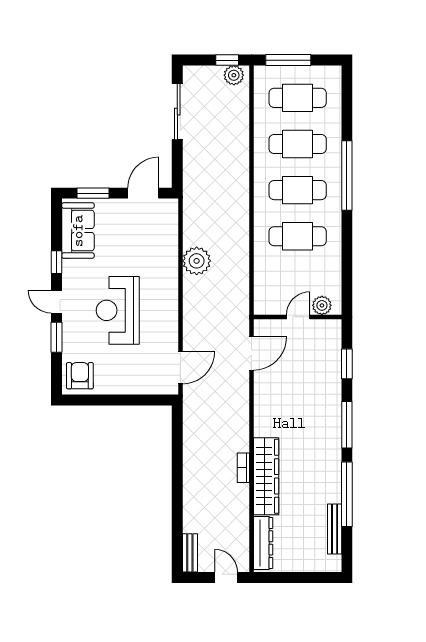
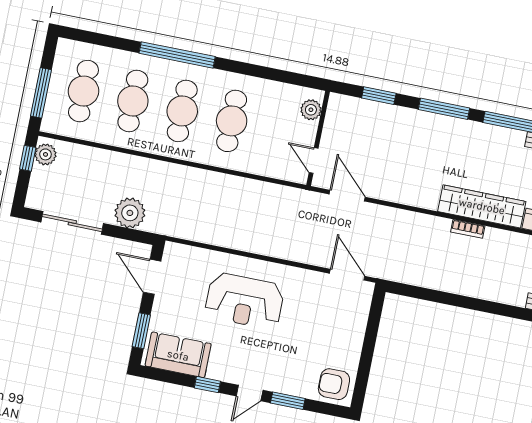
plant: (197, 261) -> (130, 213), moved
reception desk: (118, 310) -> (245, 301), moved
door: (298, 317) -> (314, 160), moved

